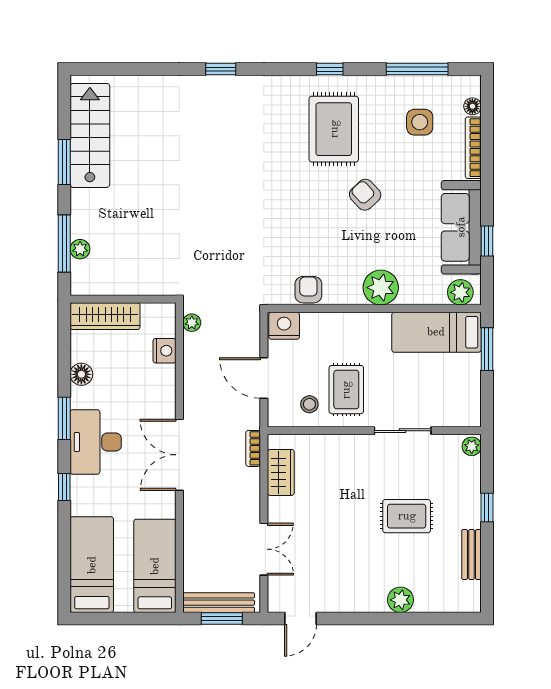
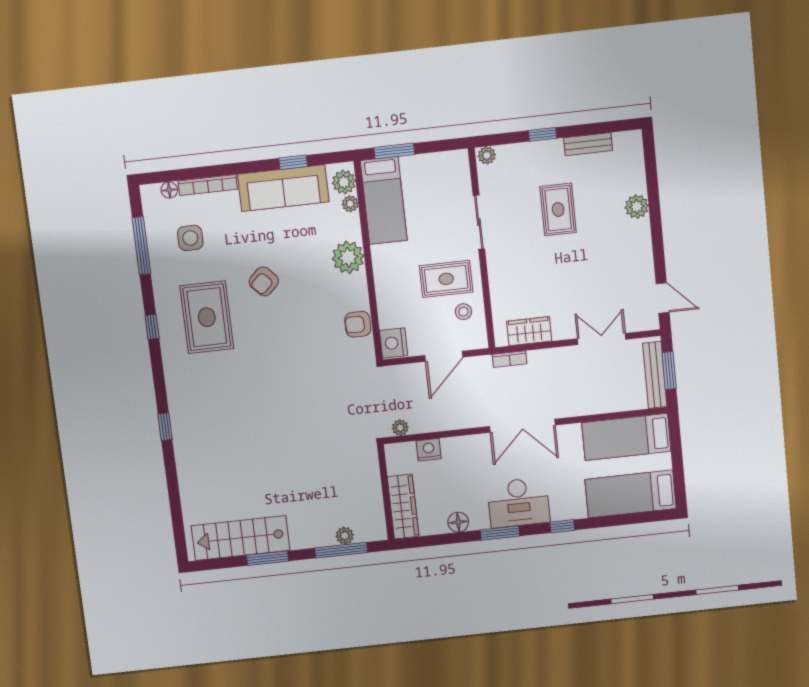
rug: (334, 129) -> (207, 317), turned 90
plant: (437, 296) -> (350, 204), added

